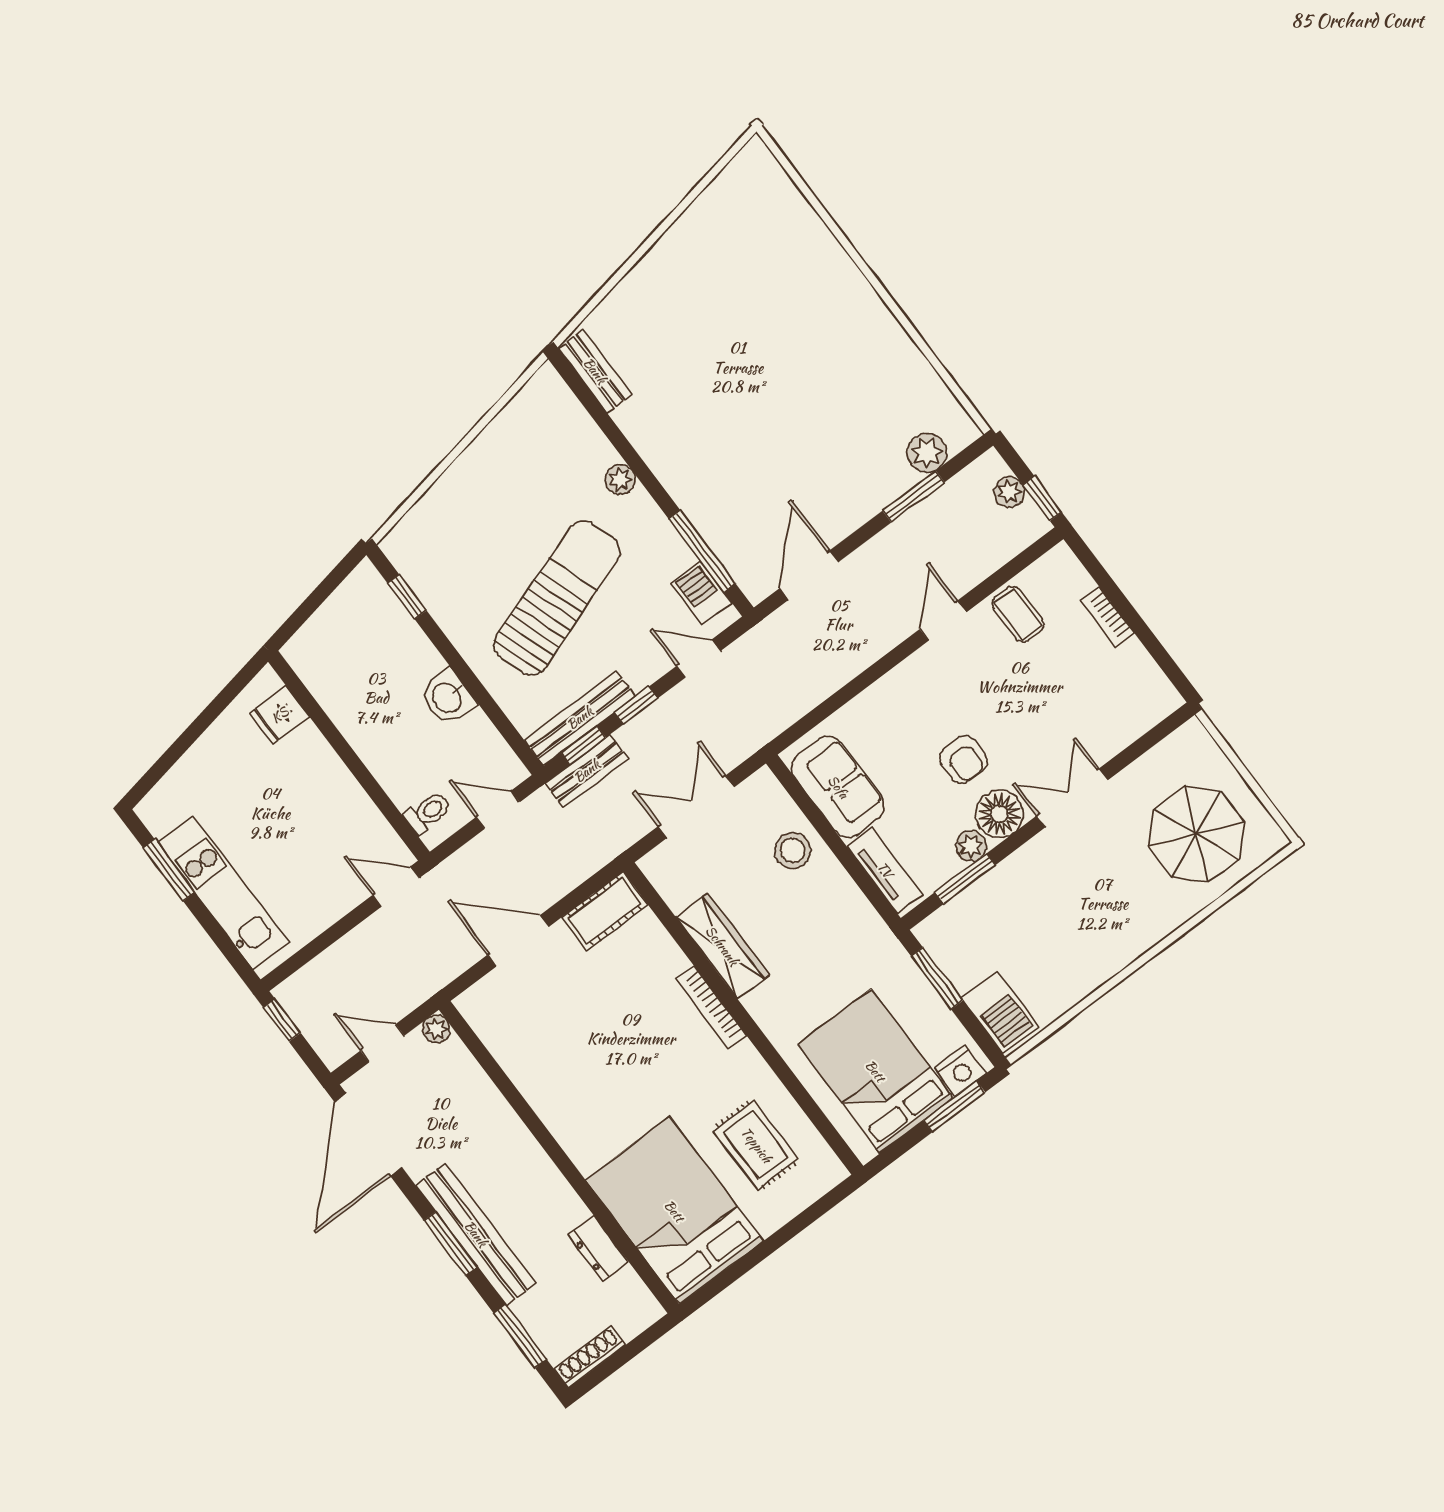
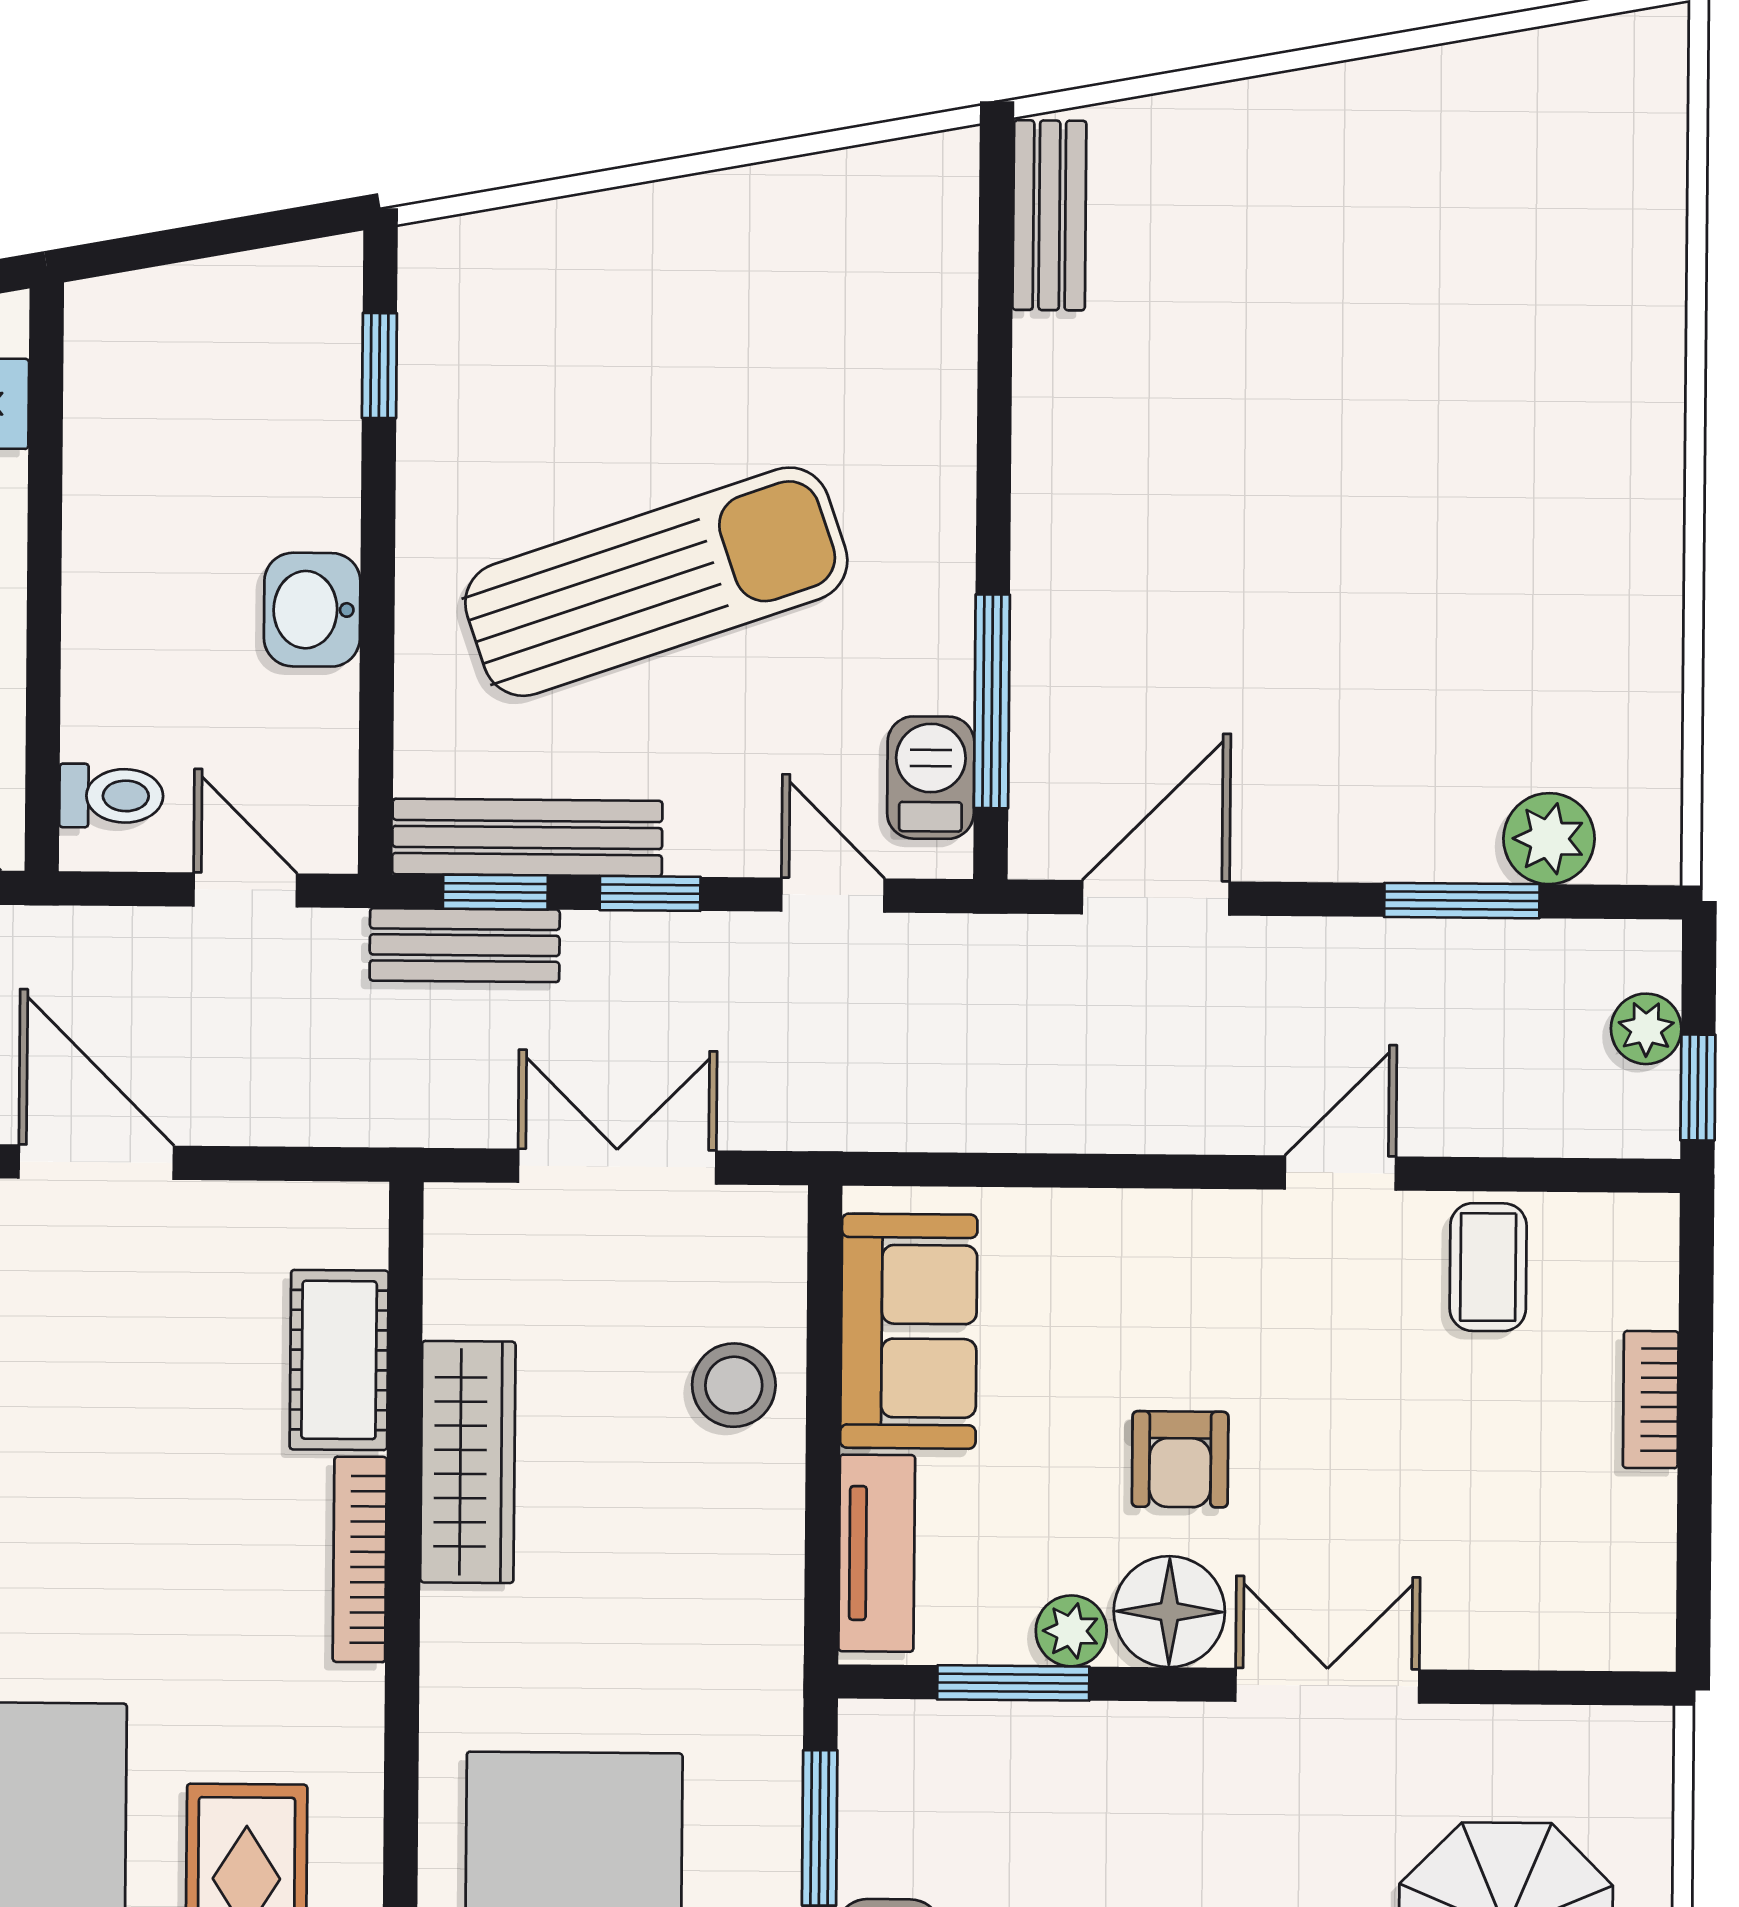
plant: (620, 480) -> (942, 452), removed
cot: (605, 911) -> (339, 1360), moved, turned 90

